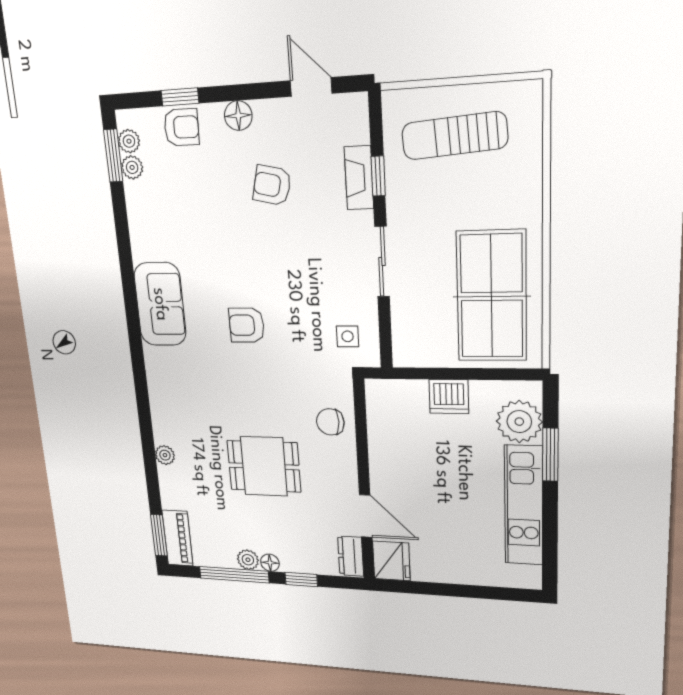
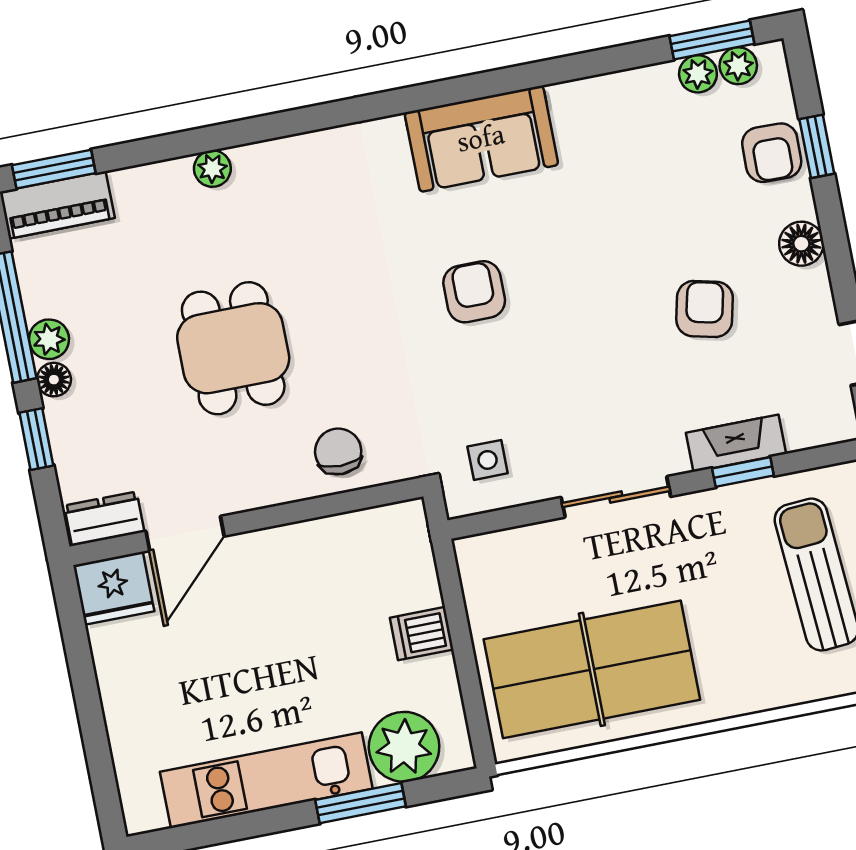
dishwasher: (449, 397) -> (422, 634), width x0.73

